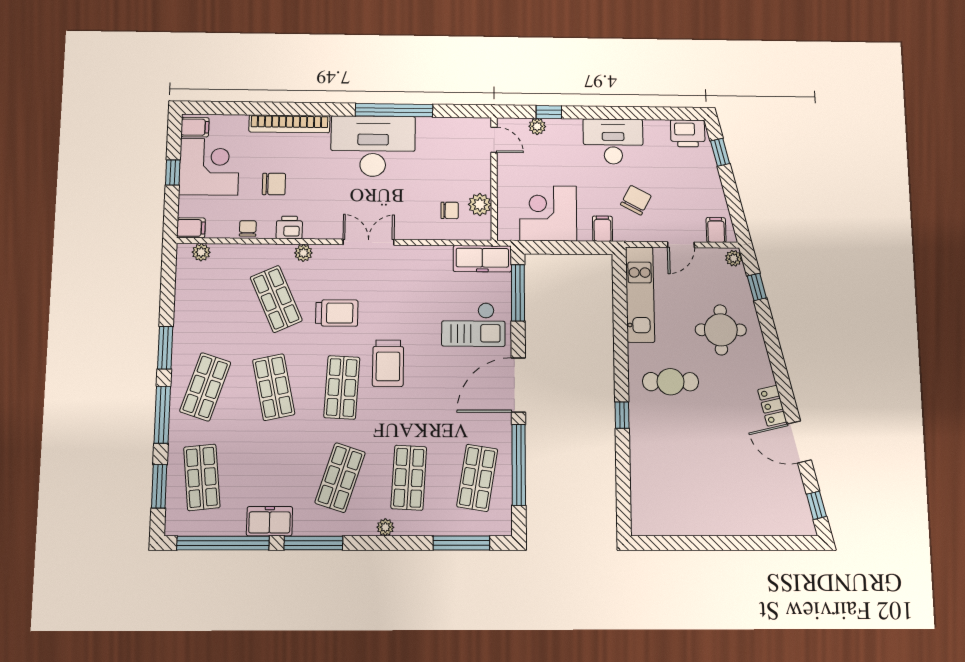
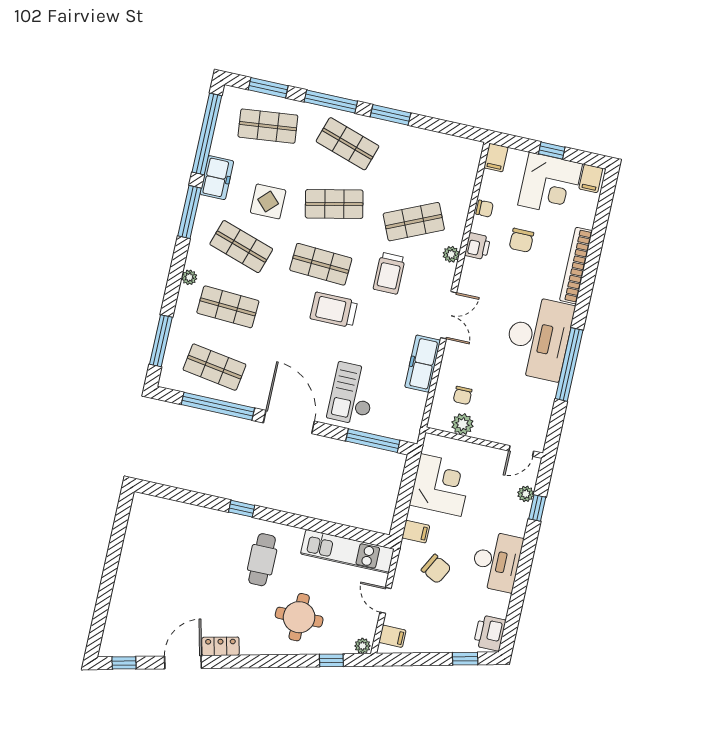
plant: (201, 252) -> (471, 163), removed
freezer: (482, 259) -> (423, 364), moved
display table: (285, 459) -> (268, 201), added

